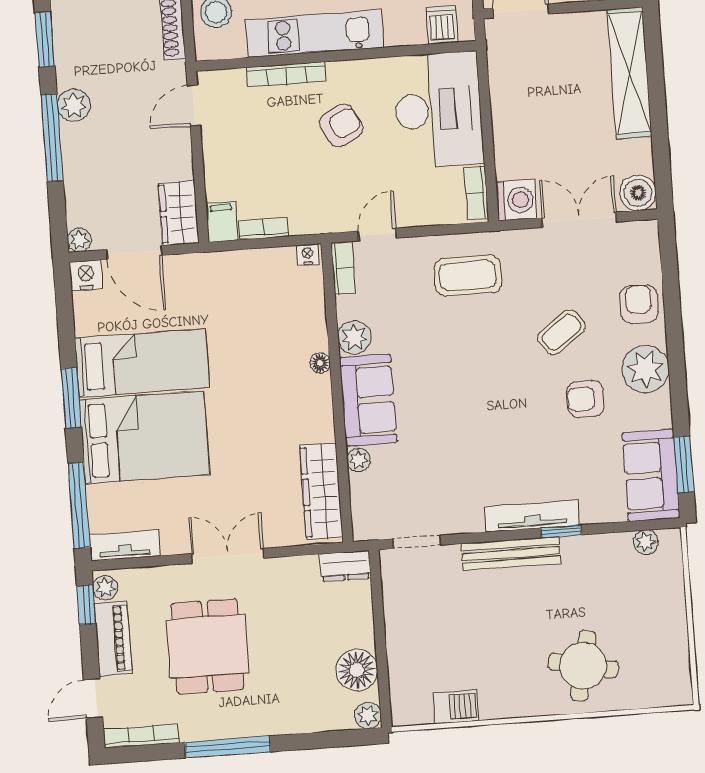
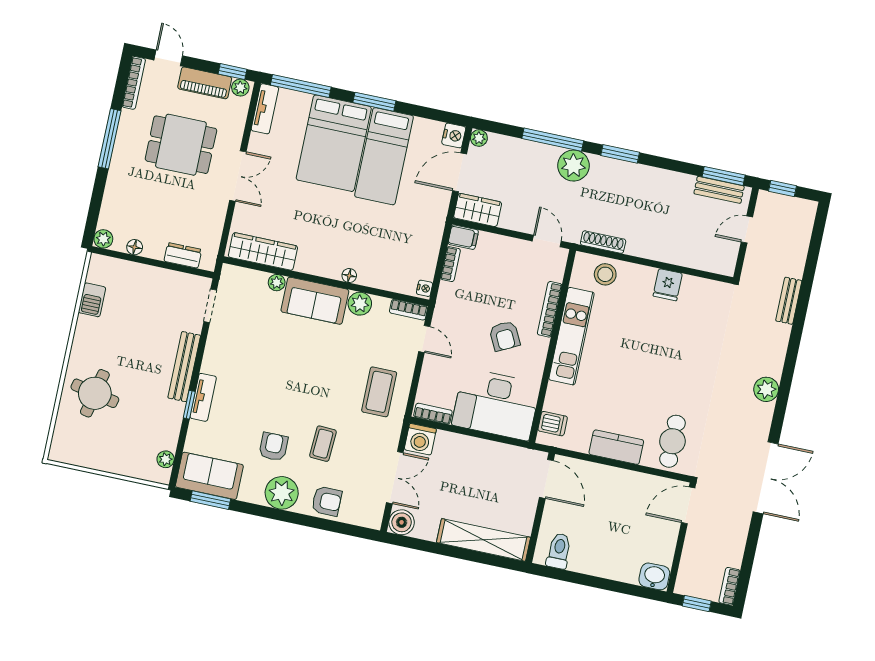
plant: (74, 105) -> (573, 166), width x1.36, depth x1.36
coffee table: (561, 332) -> (323, 444), turned 39
tv unit: (532, 516) -> (203, 397), width x0.71
dresser: (345, 566) -> (183, 255), moved, turned 90
floor lamp: (357, 670) -> (135, 247), width x0.53, depth x0.53

